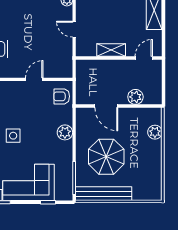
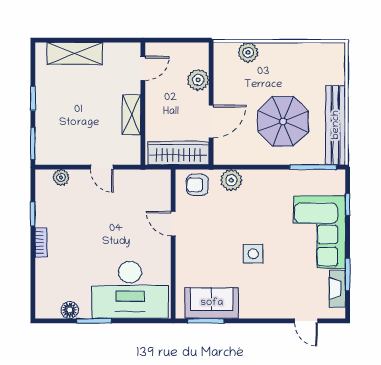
door: (74, 29) -> (102, 167), hinge flipped
door: (144, 58) -> (143, 68), swing flipped
wardrobe: (84, 83) -> (178, 153), added
armchair: (62, 96) -> (197, 185), turned 90
plant: (65, 132) -> (231, 180), moved

